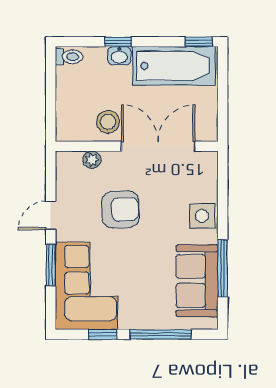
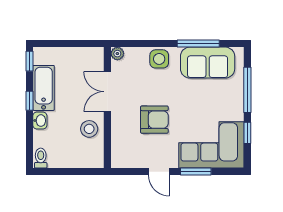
window: (118, 42) -> (29, 101), moved
bathtub: (174, 66) -> (44, 88), width x0.73, depth x0.73
double door: (158, 146) -> (107, 92), width x0.73
plant: (92, 160) -> (117, 54), moved
armchair: (121, 209) -> (154, 120), turned 92

